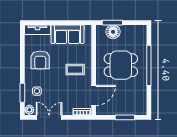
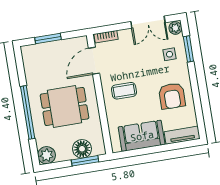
plant: (140, 31) -> (47, 155), added
armchair: (40, 60) -> (172, 96), turned 180

